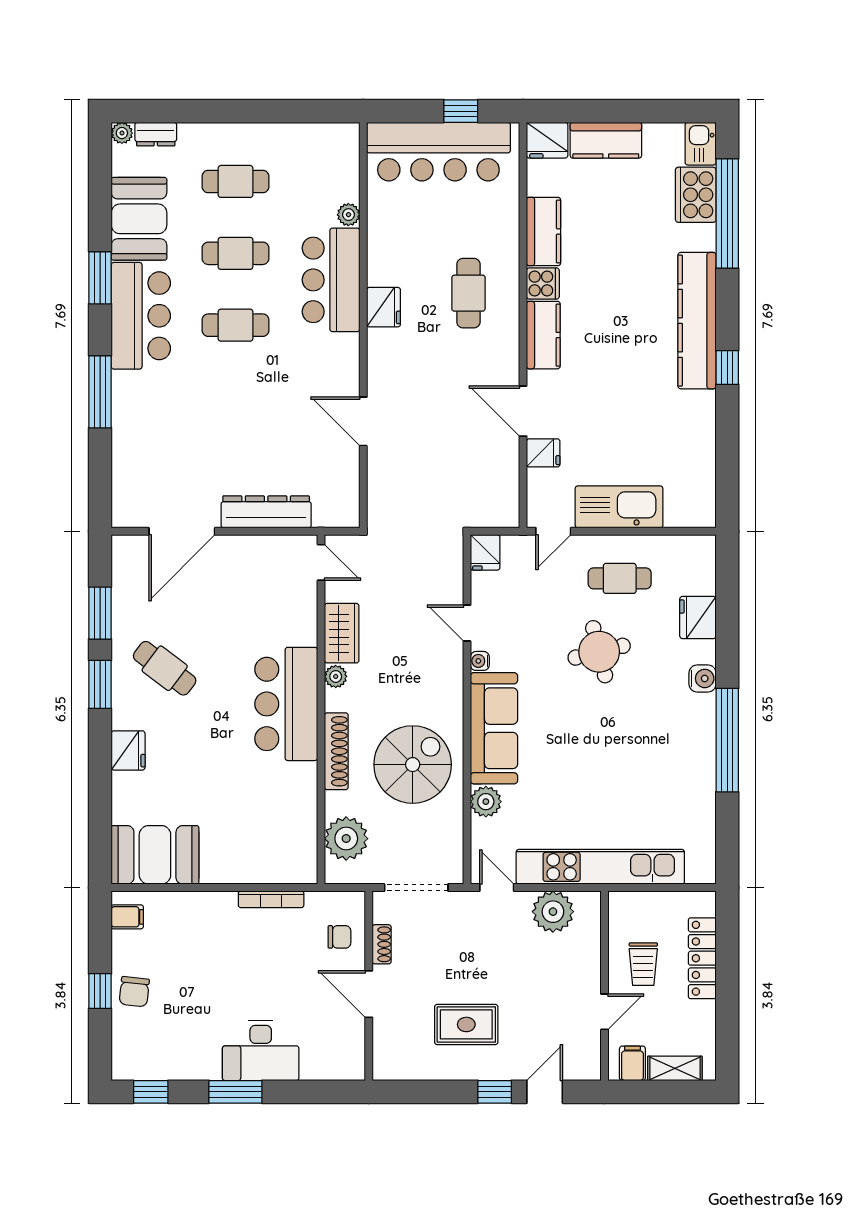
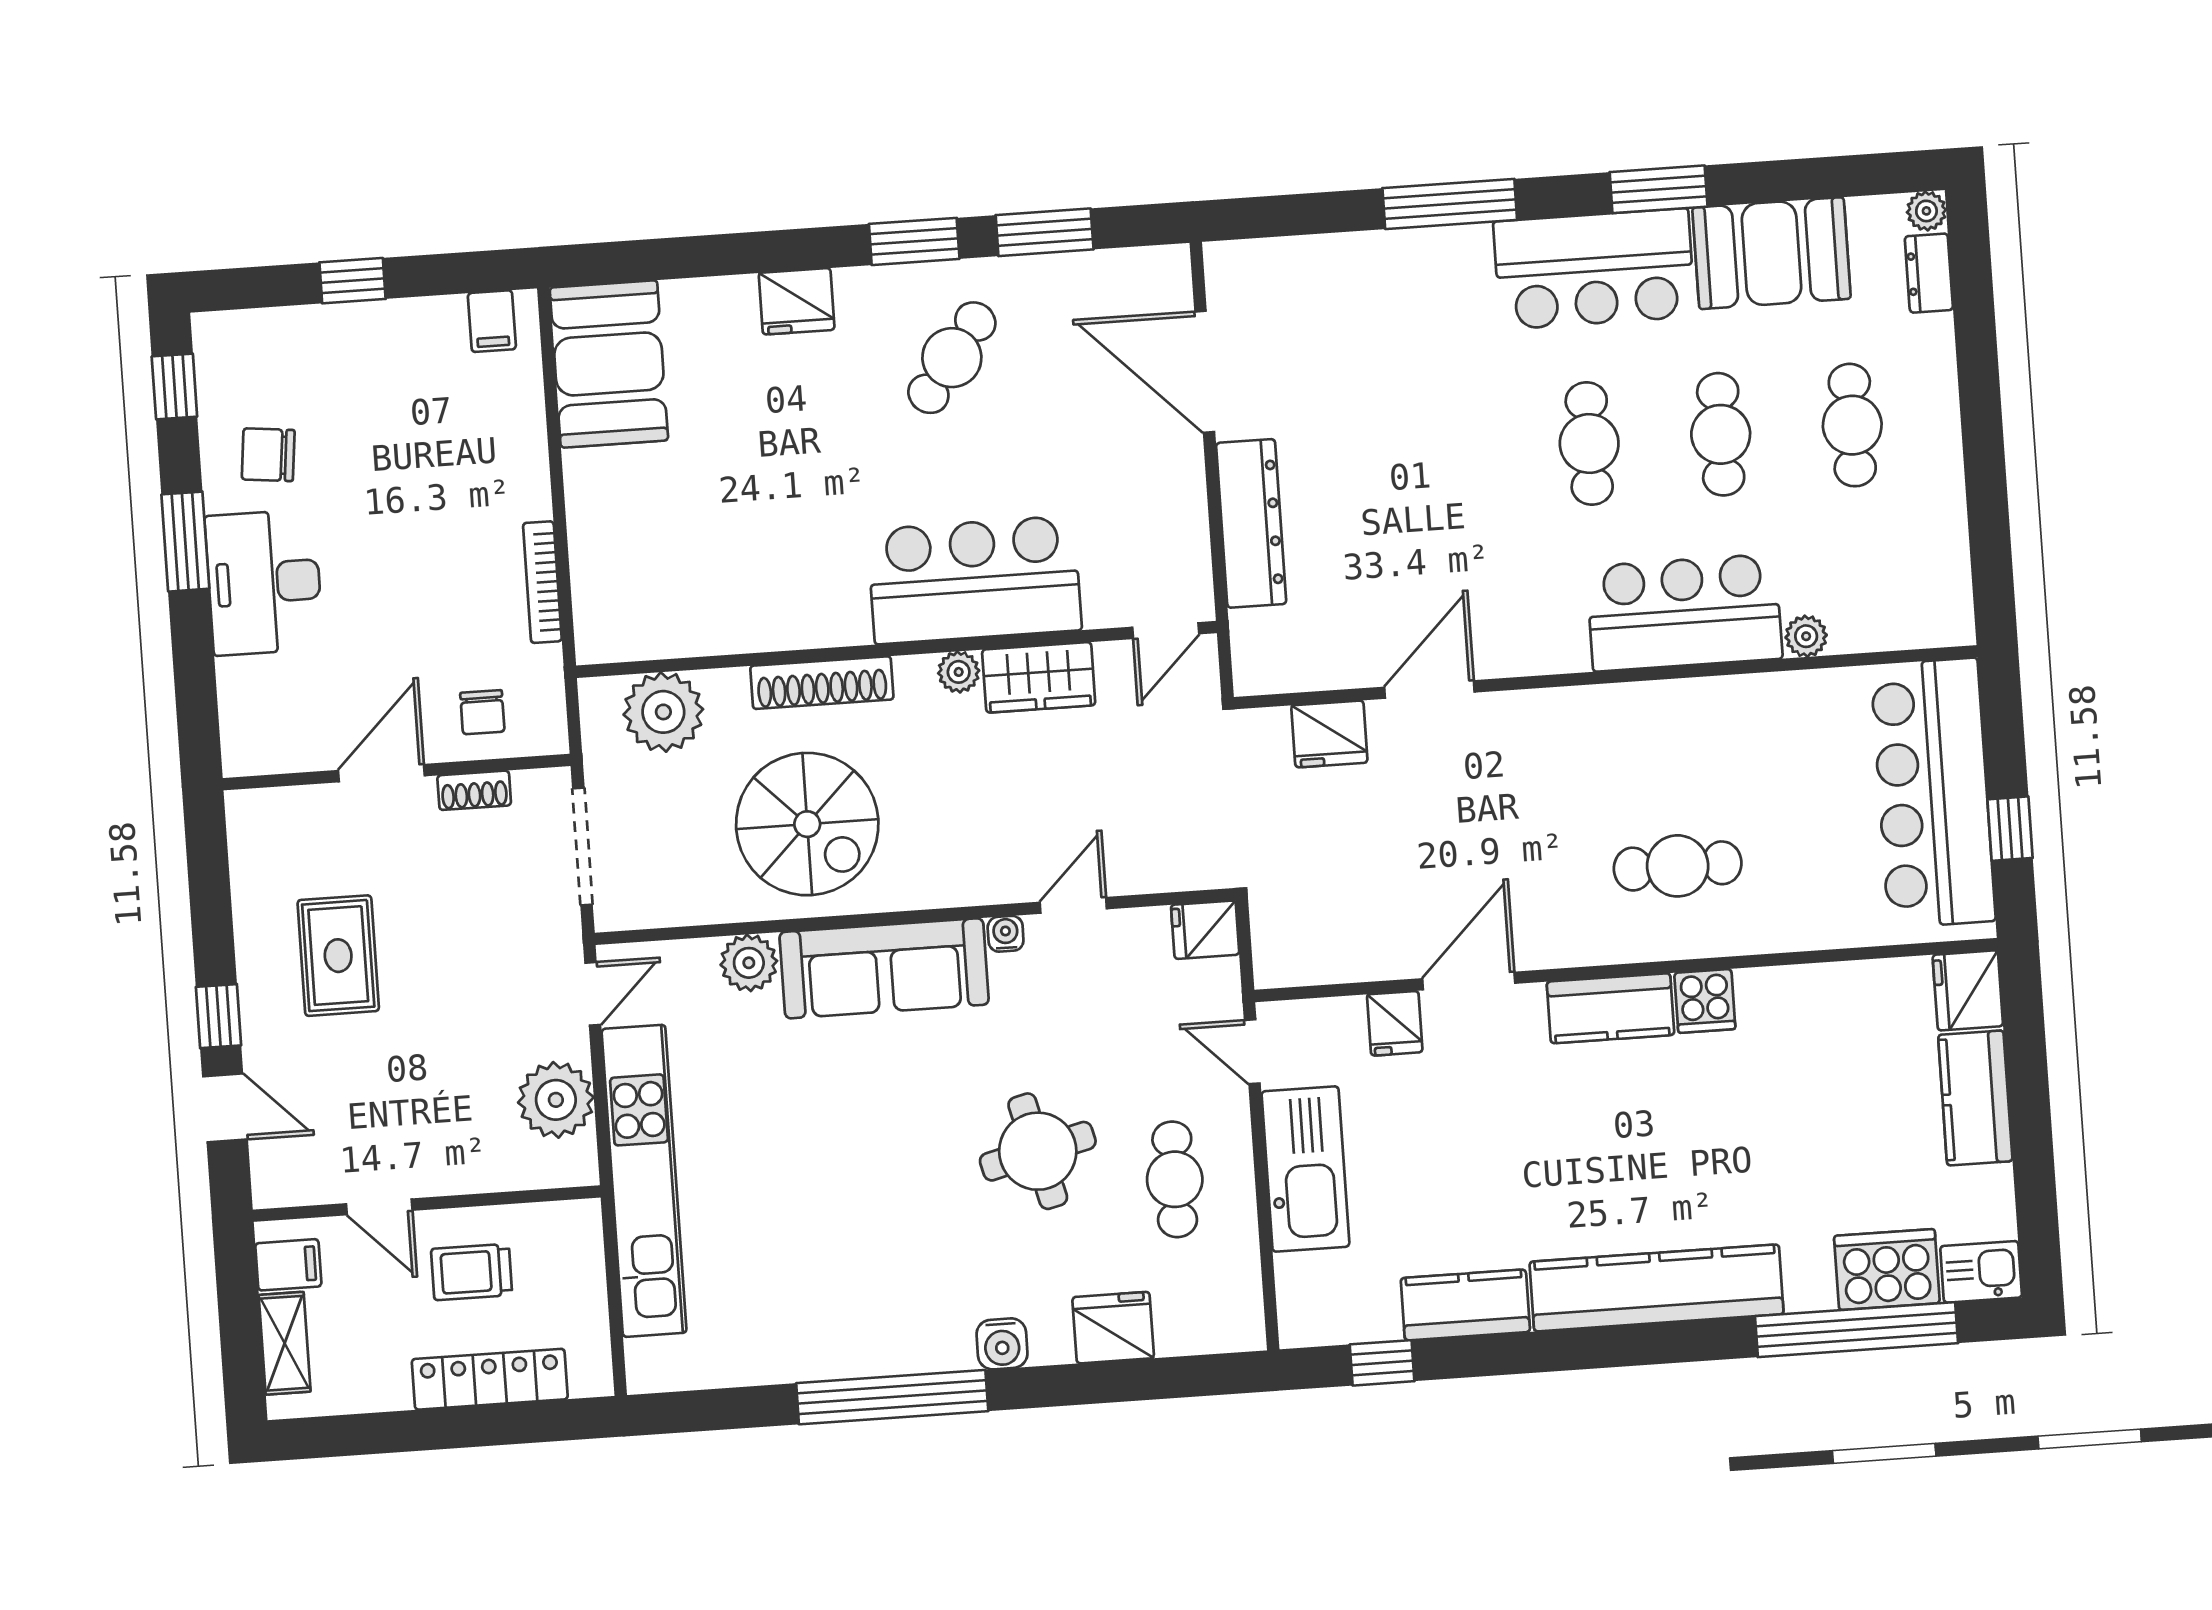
kitchen counter: (544, 231) -> (1465, 1305), moved, turned 180
fridge: (384, 307) -> (1329, 734), moved
window: (727, 367) -> (1382, 1363), moved
bar counter: (286, 704) -> (974, 580), moved
chair: (134, 992) -> (268, 455), moved

